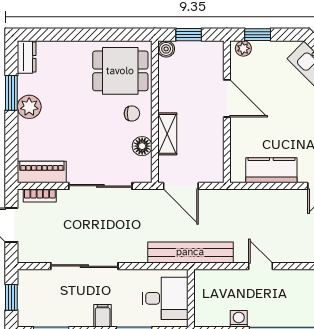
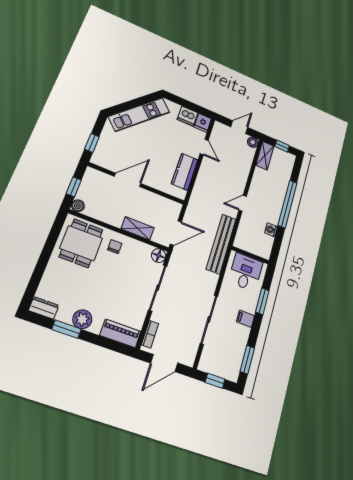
plant: (243, 48) -> (98, 156), removed
floor lamp: (142, 146) -> (159, 256), moved
piano: (42, 172) -> (120, 333), moved, turned 90

